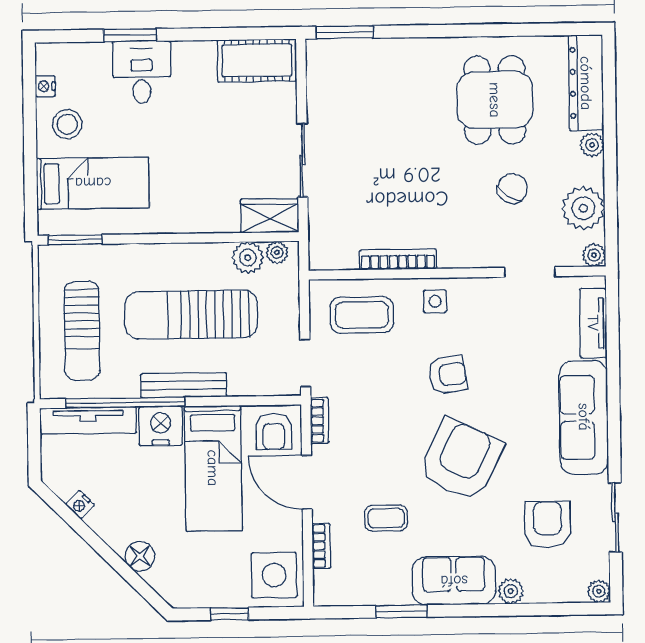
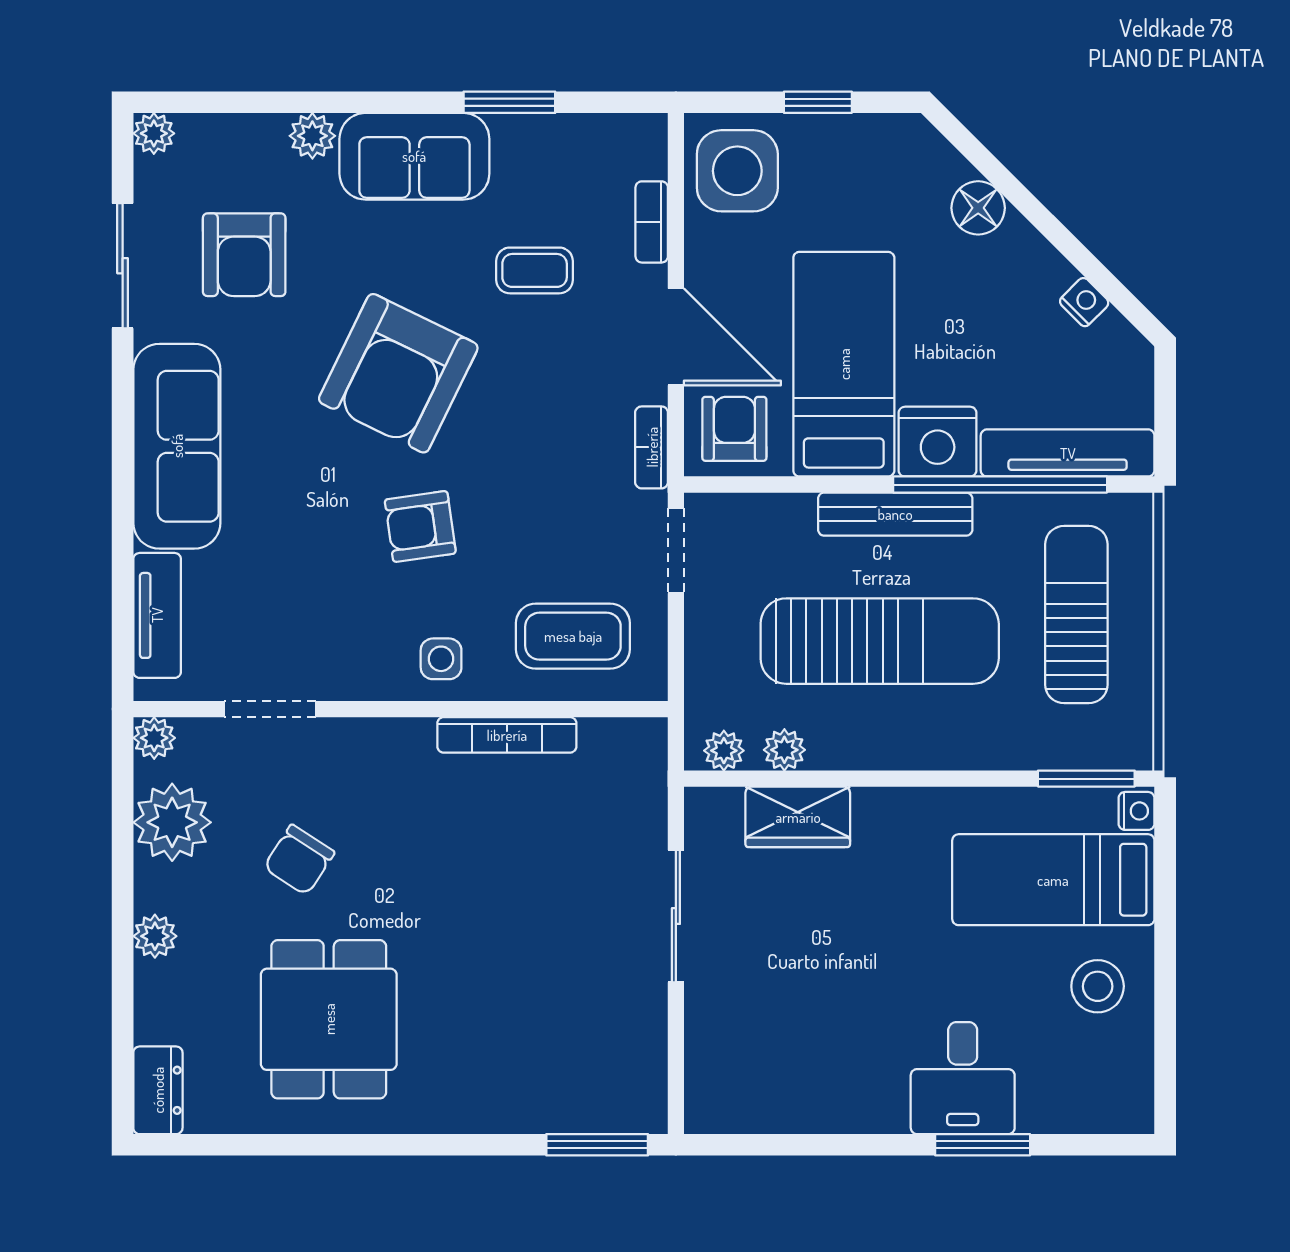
cot: (257, 60) -> (755, 1096), removed
dresser: (586, 83) -> (158, 1090), width x0.51, depth x0.80
nightstand: (45, 86) -> (1136, 811), moved
wardrobe: (270, 216) -> (798, 817), moved
plant: (248, 258) -> (784, 750), width x0.73, depth x0.73

